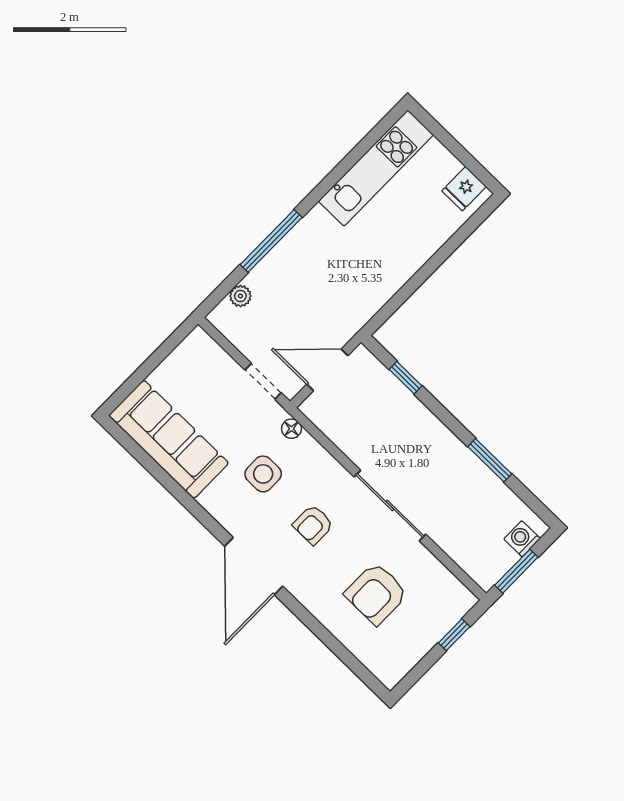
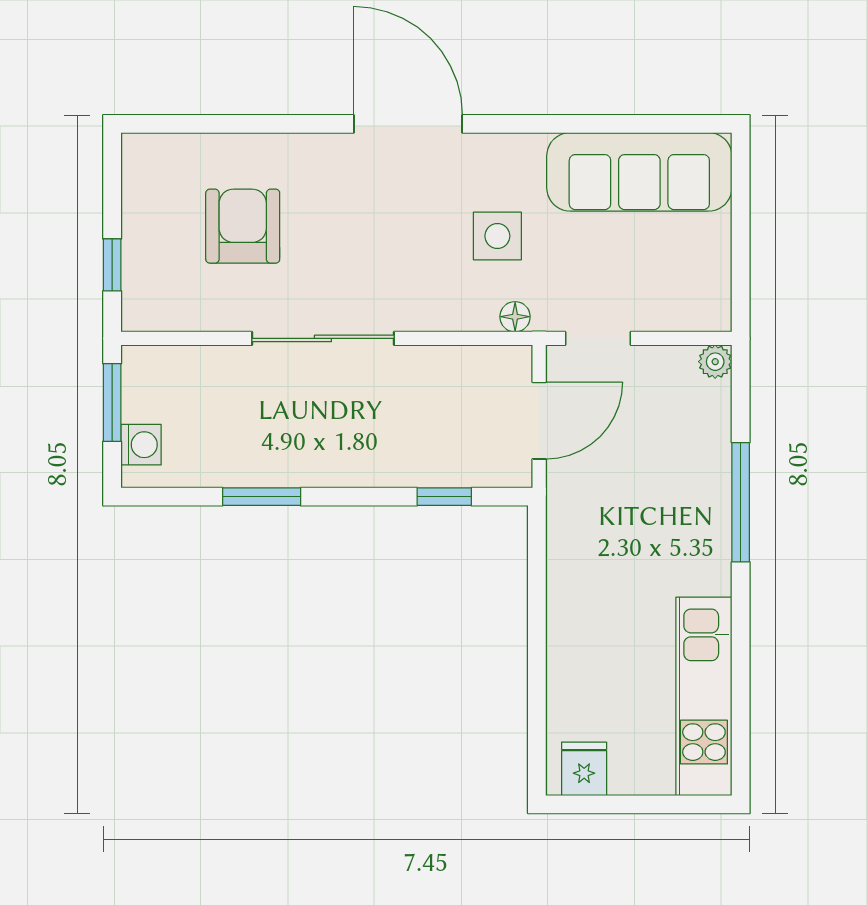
plant: (240, 296) -> (715, 362), moved
armchair: (313, 525) -> (387, 234), removed

